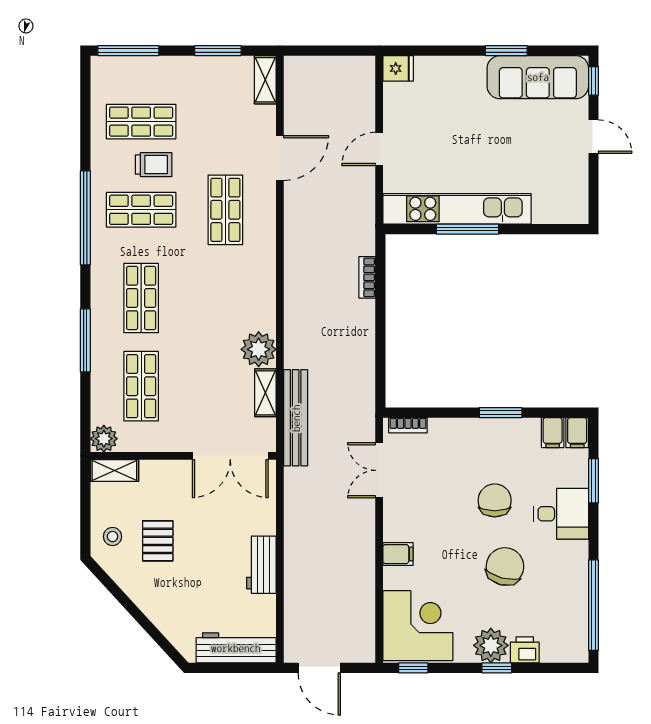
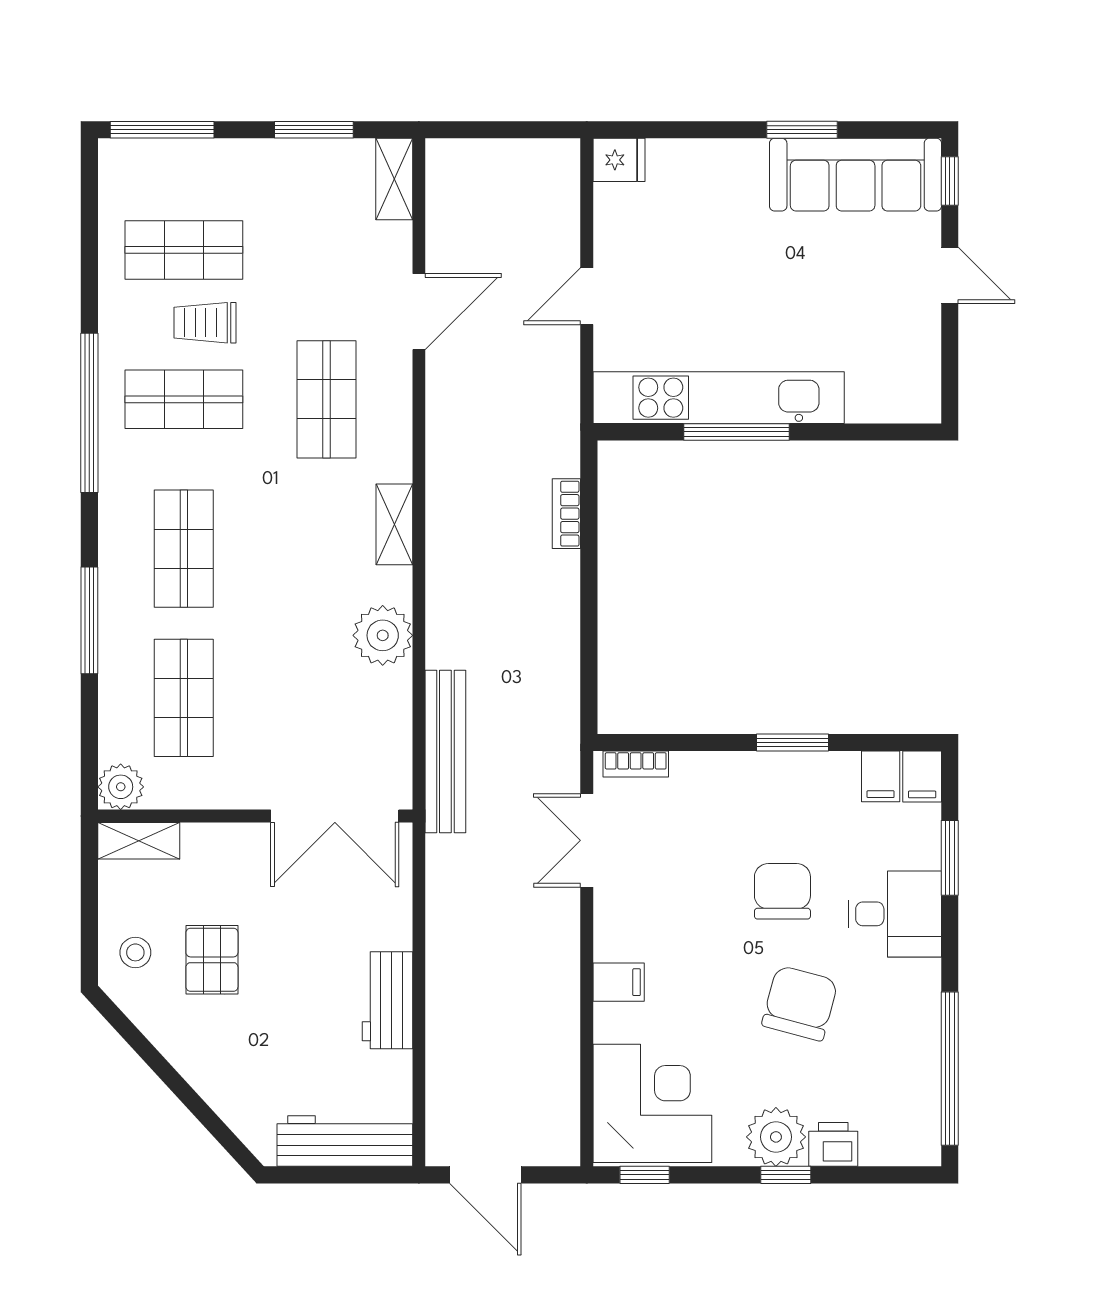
trolley: (154, 165) -> (205, 323), turned 180
shelving: (265, 393) -> (394, 524), moved

